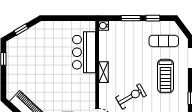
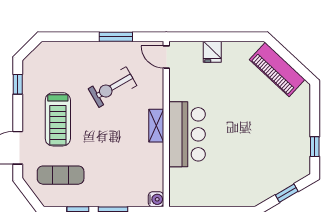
bar counter: (84, 52) -> (187, 134), moved
treadmill: (166, 76) -> (58, 119), turned 180

